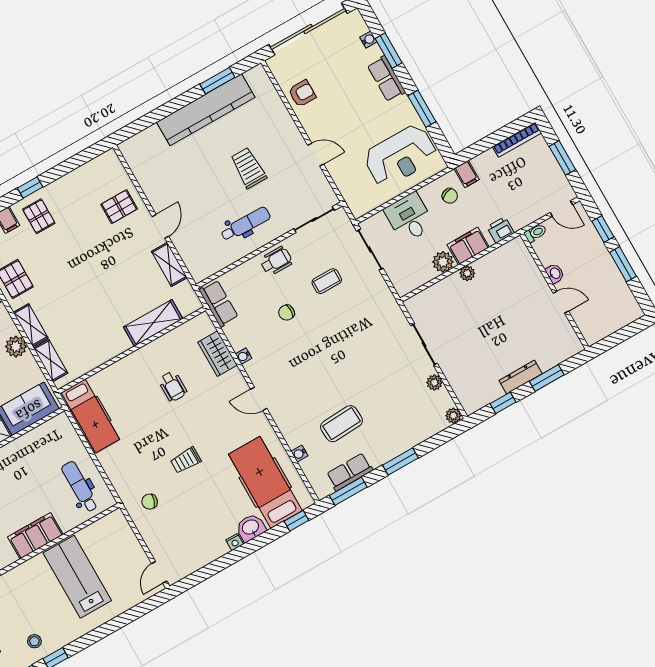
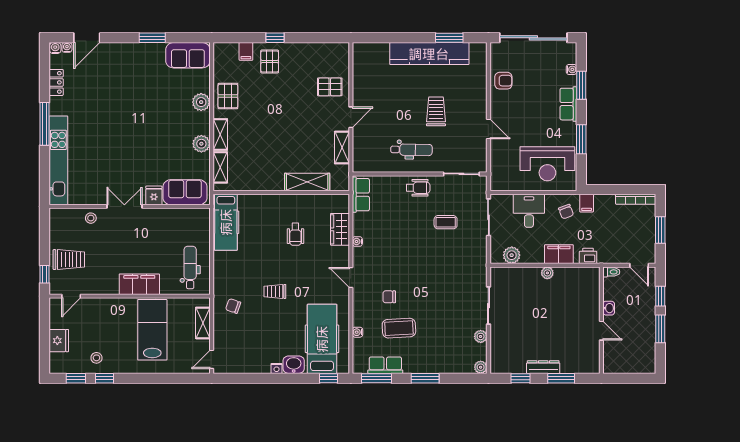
plant: (443, 262) -> (512, 255), moved
chair: (287, 313) -> (389, 297), moved
shelving: (127, 538) -> (203, 323), added

